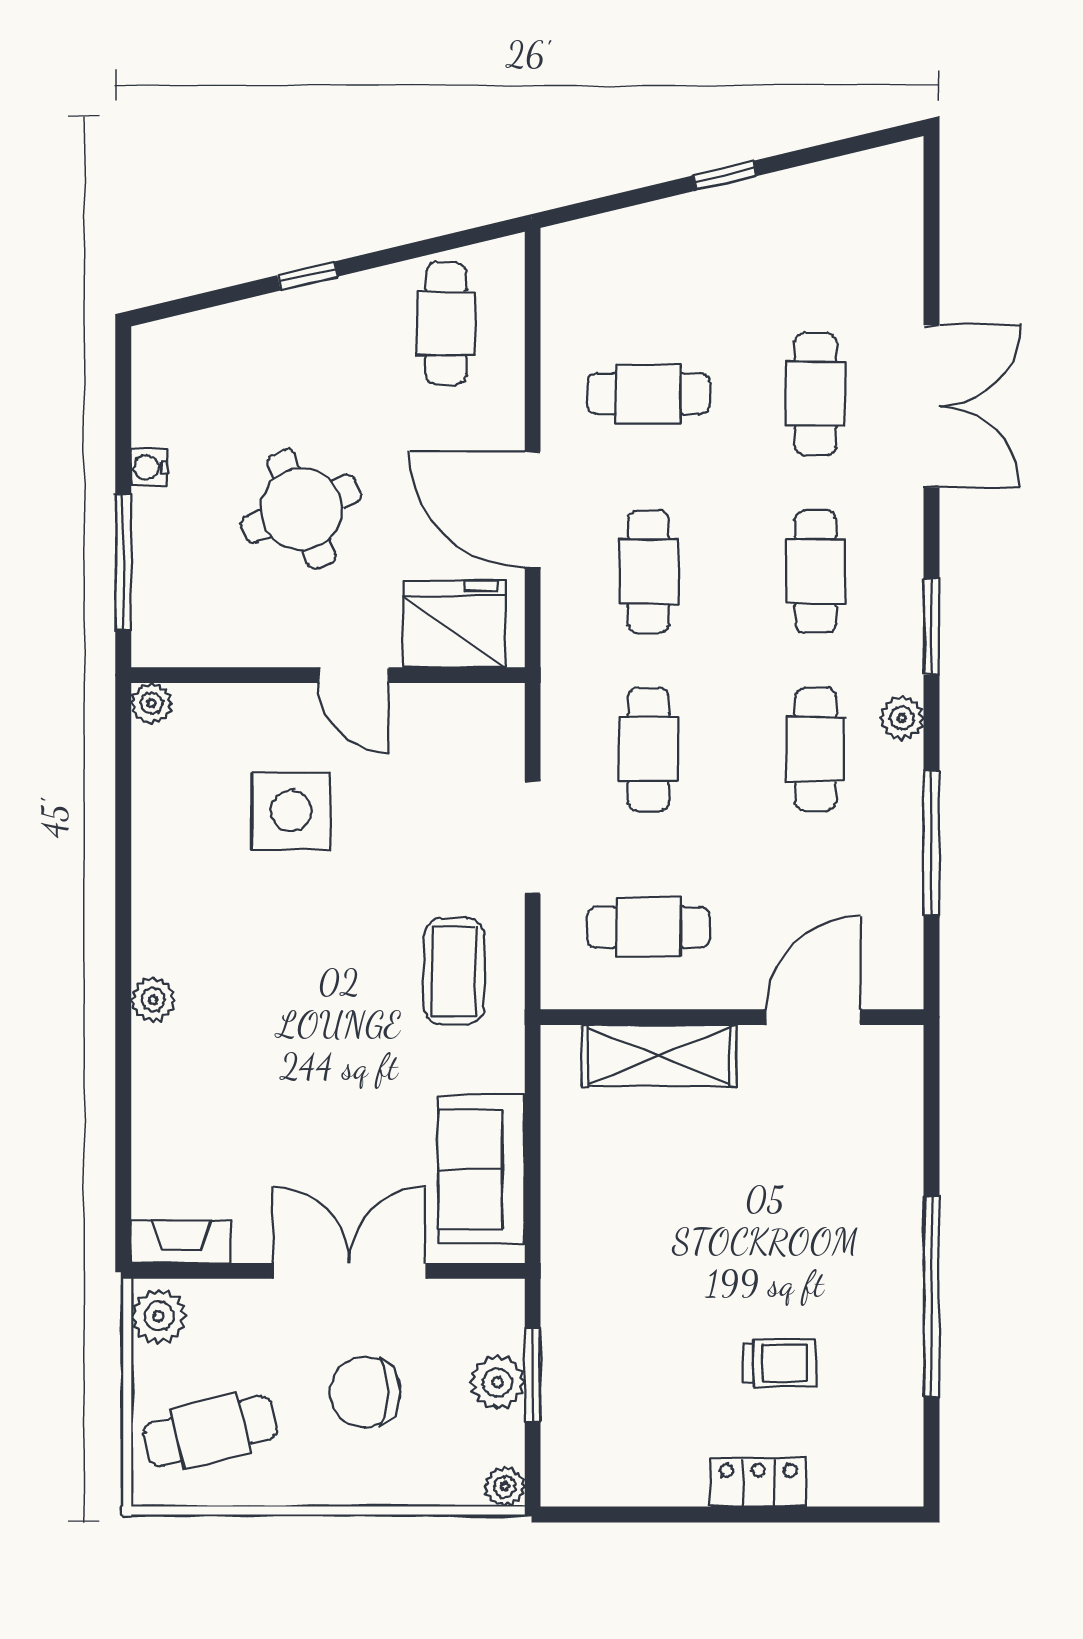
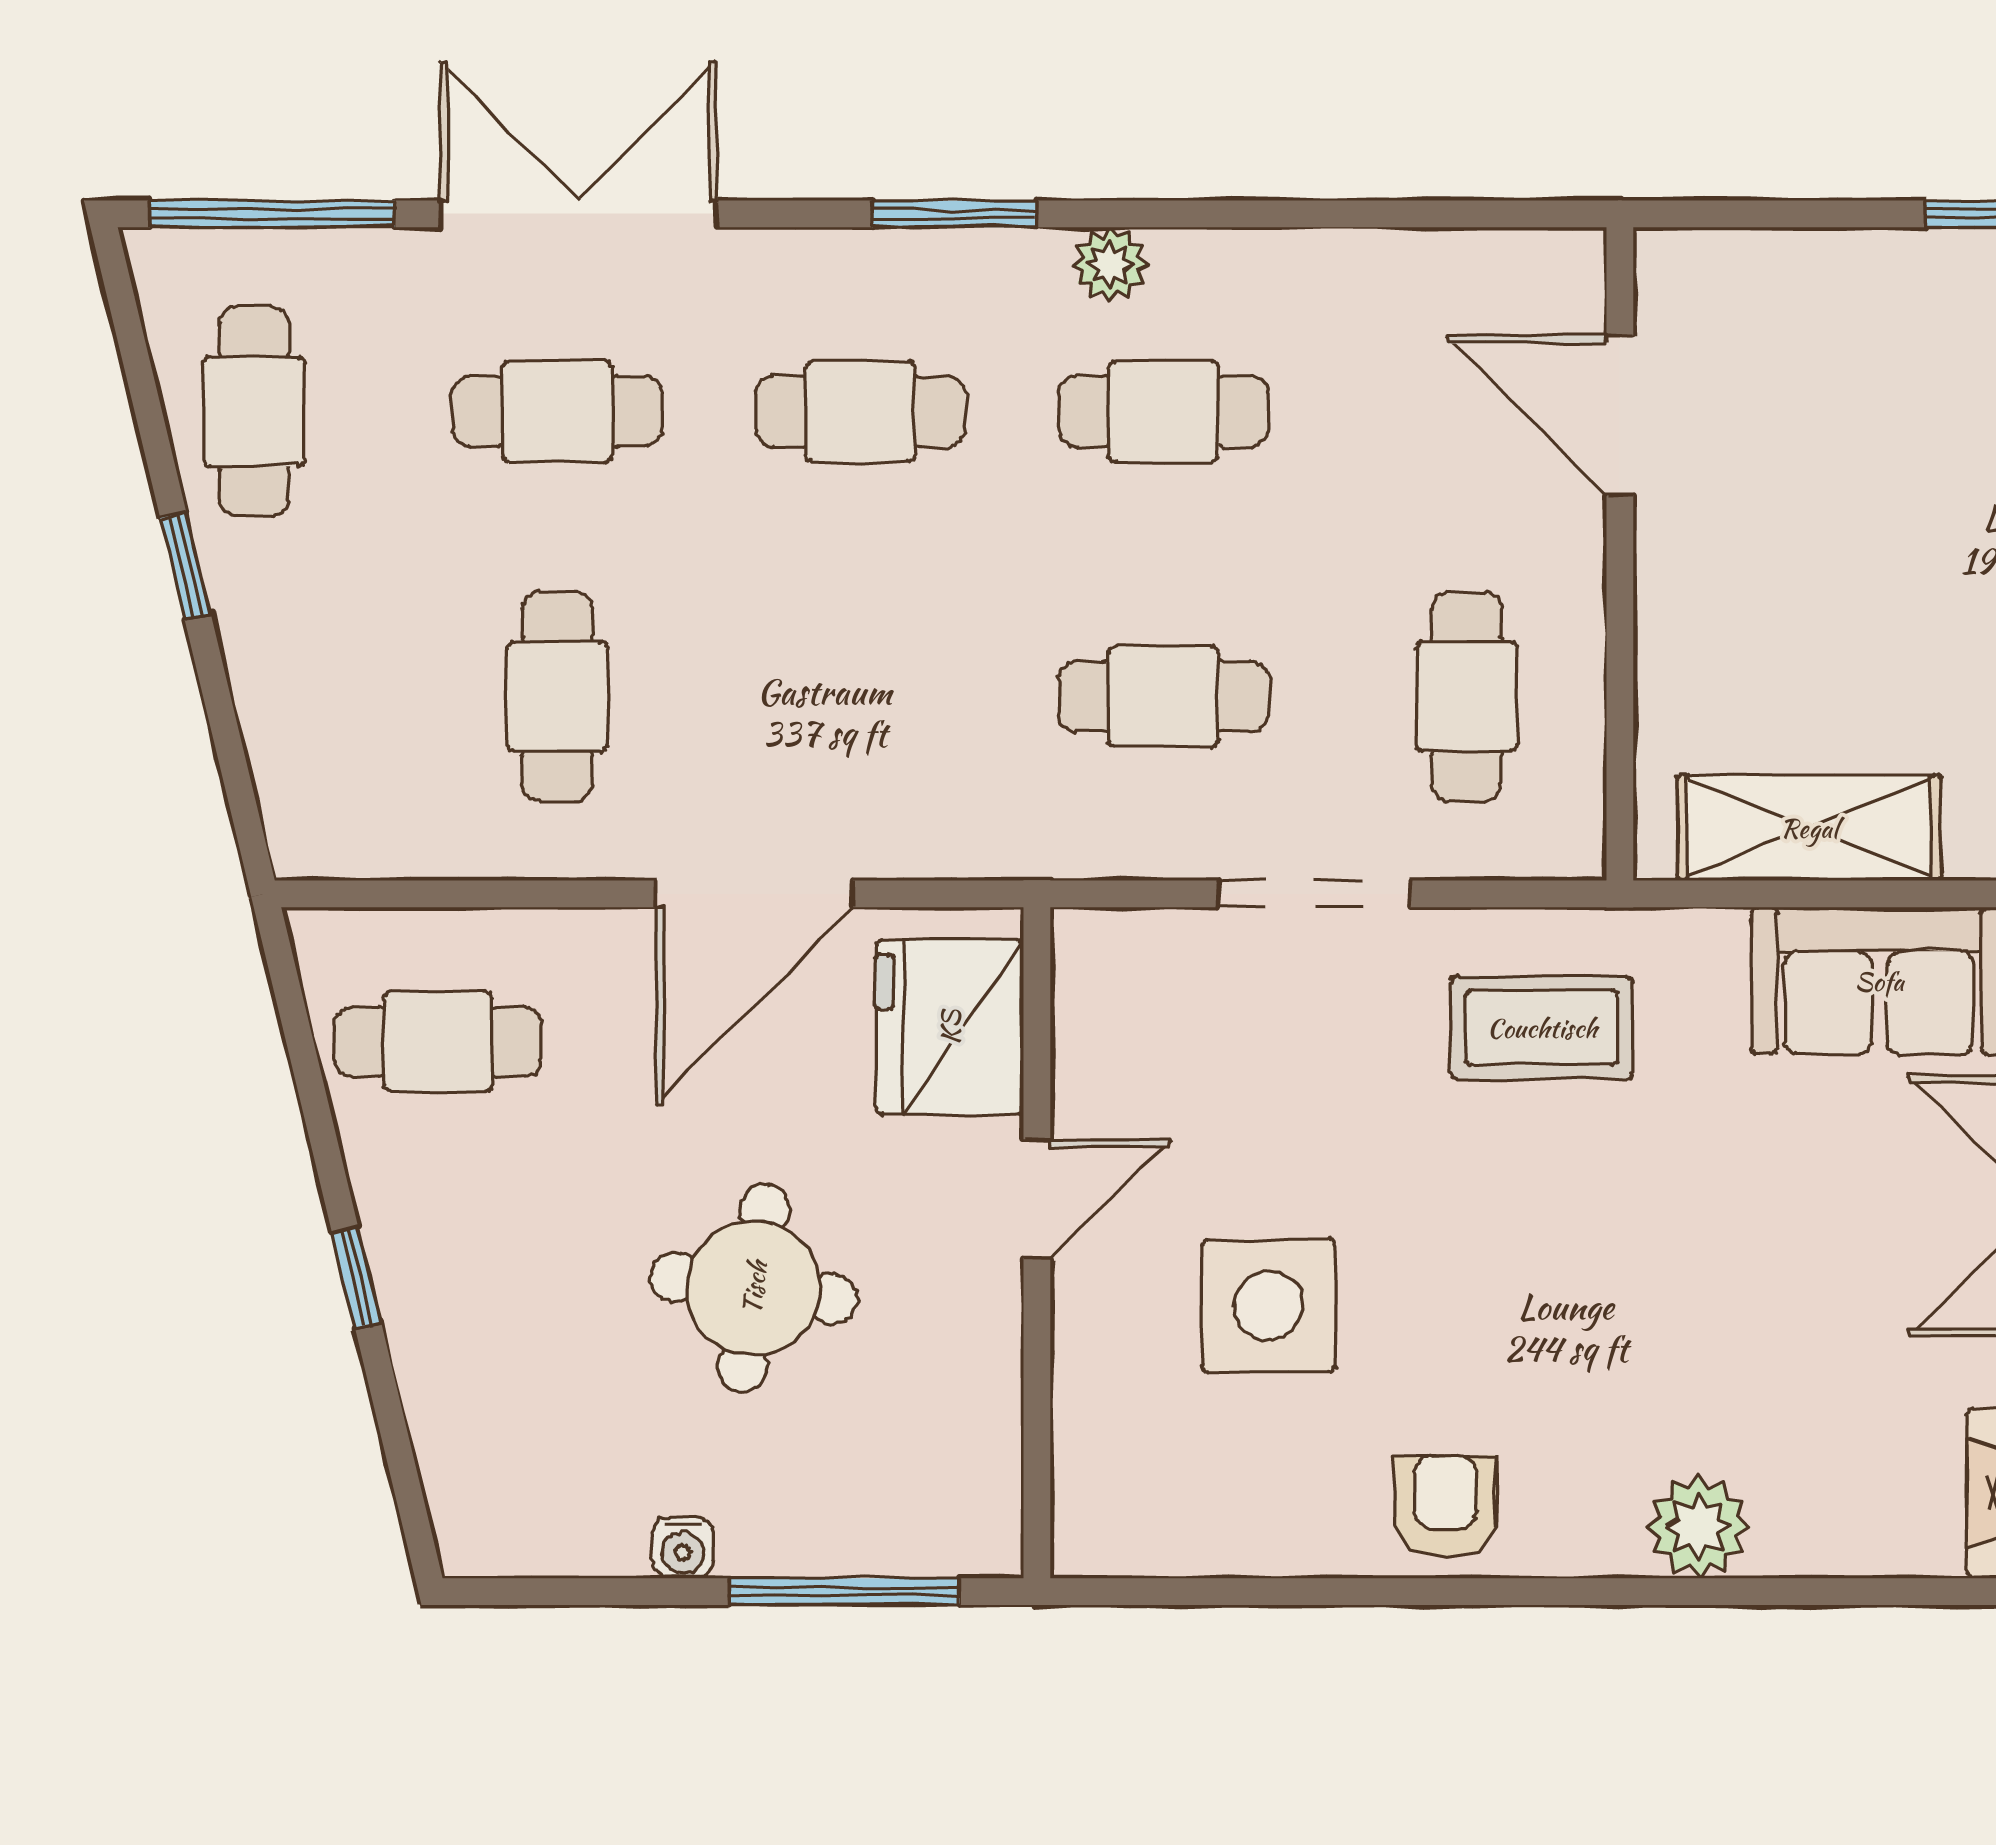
round table: (301, 509) -> (754, 1288), turned 30
cafe table: (648, 572) -> (254, 411), moved, turned 90
plant: (151, 703) -> (1085, 1543), removed
window: (932, 843) -> (272, 214), moved
armchair: (173, 915) -> (1445, 1507), added
plant: (153, 1000) -> (1699, 1527), moved, width x1.38, depth x1.38
shelving: (659, 1056) -> (1809, 828), moved, turned 90

